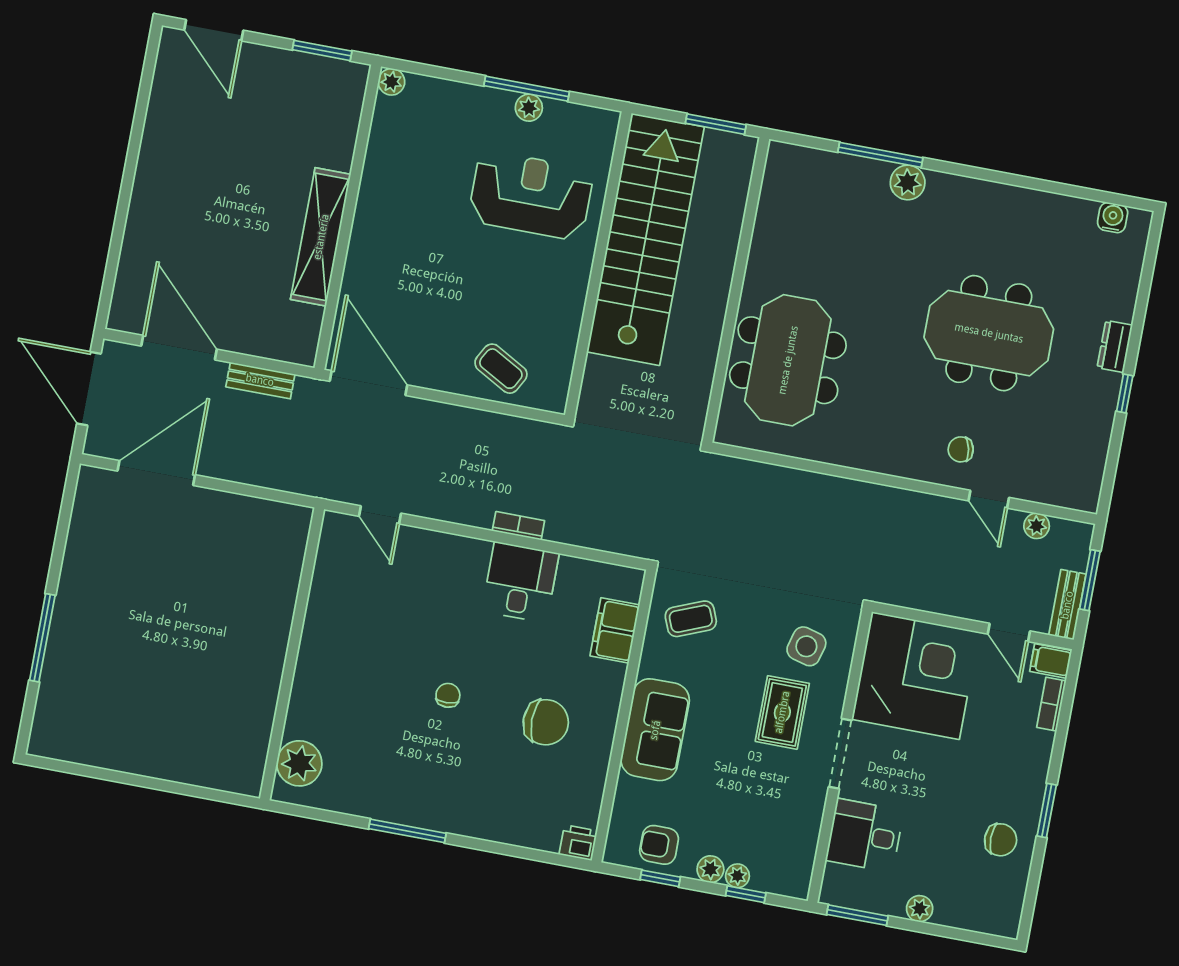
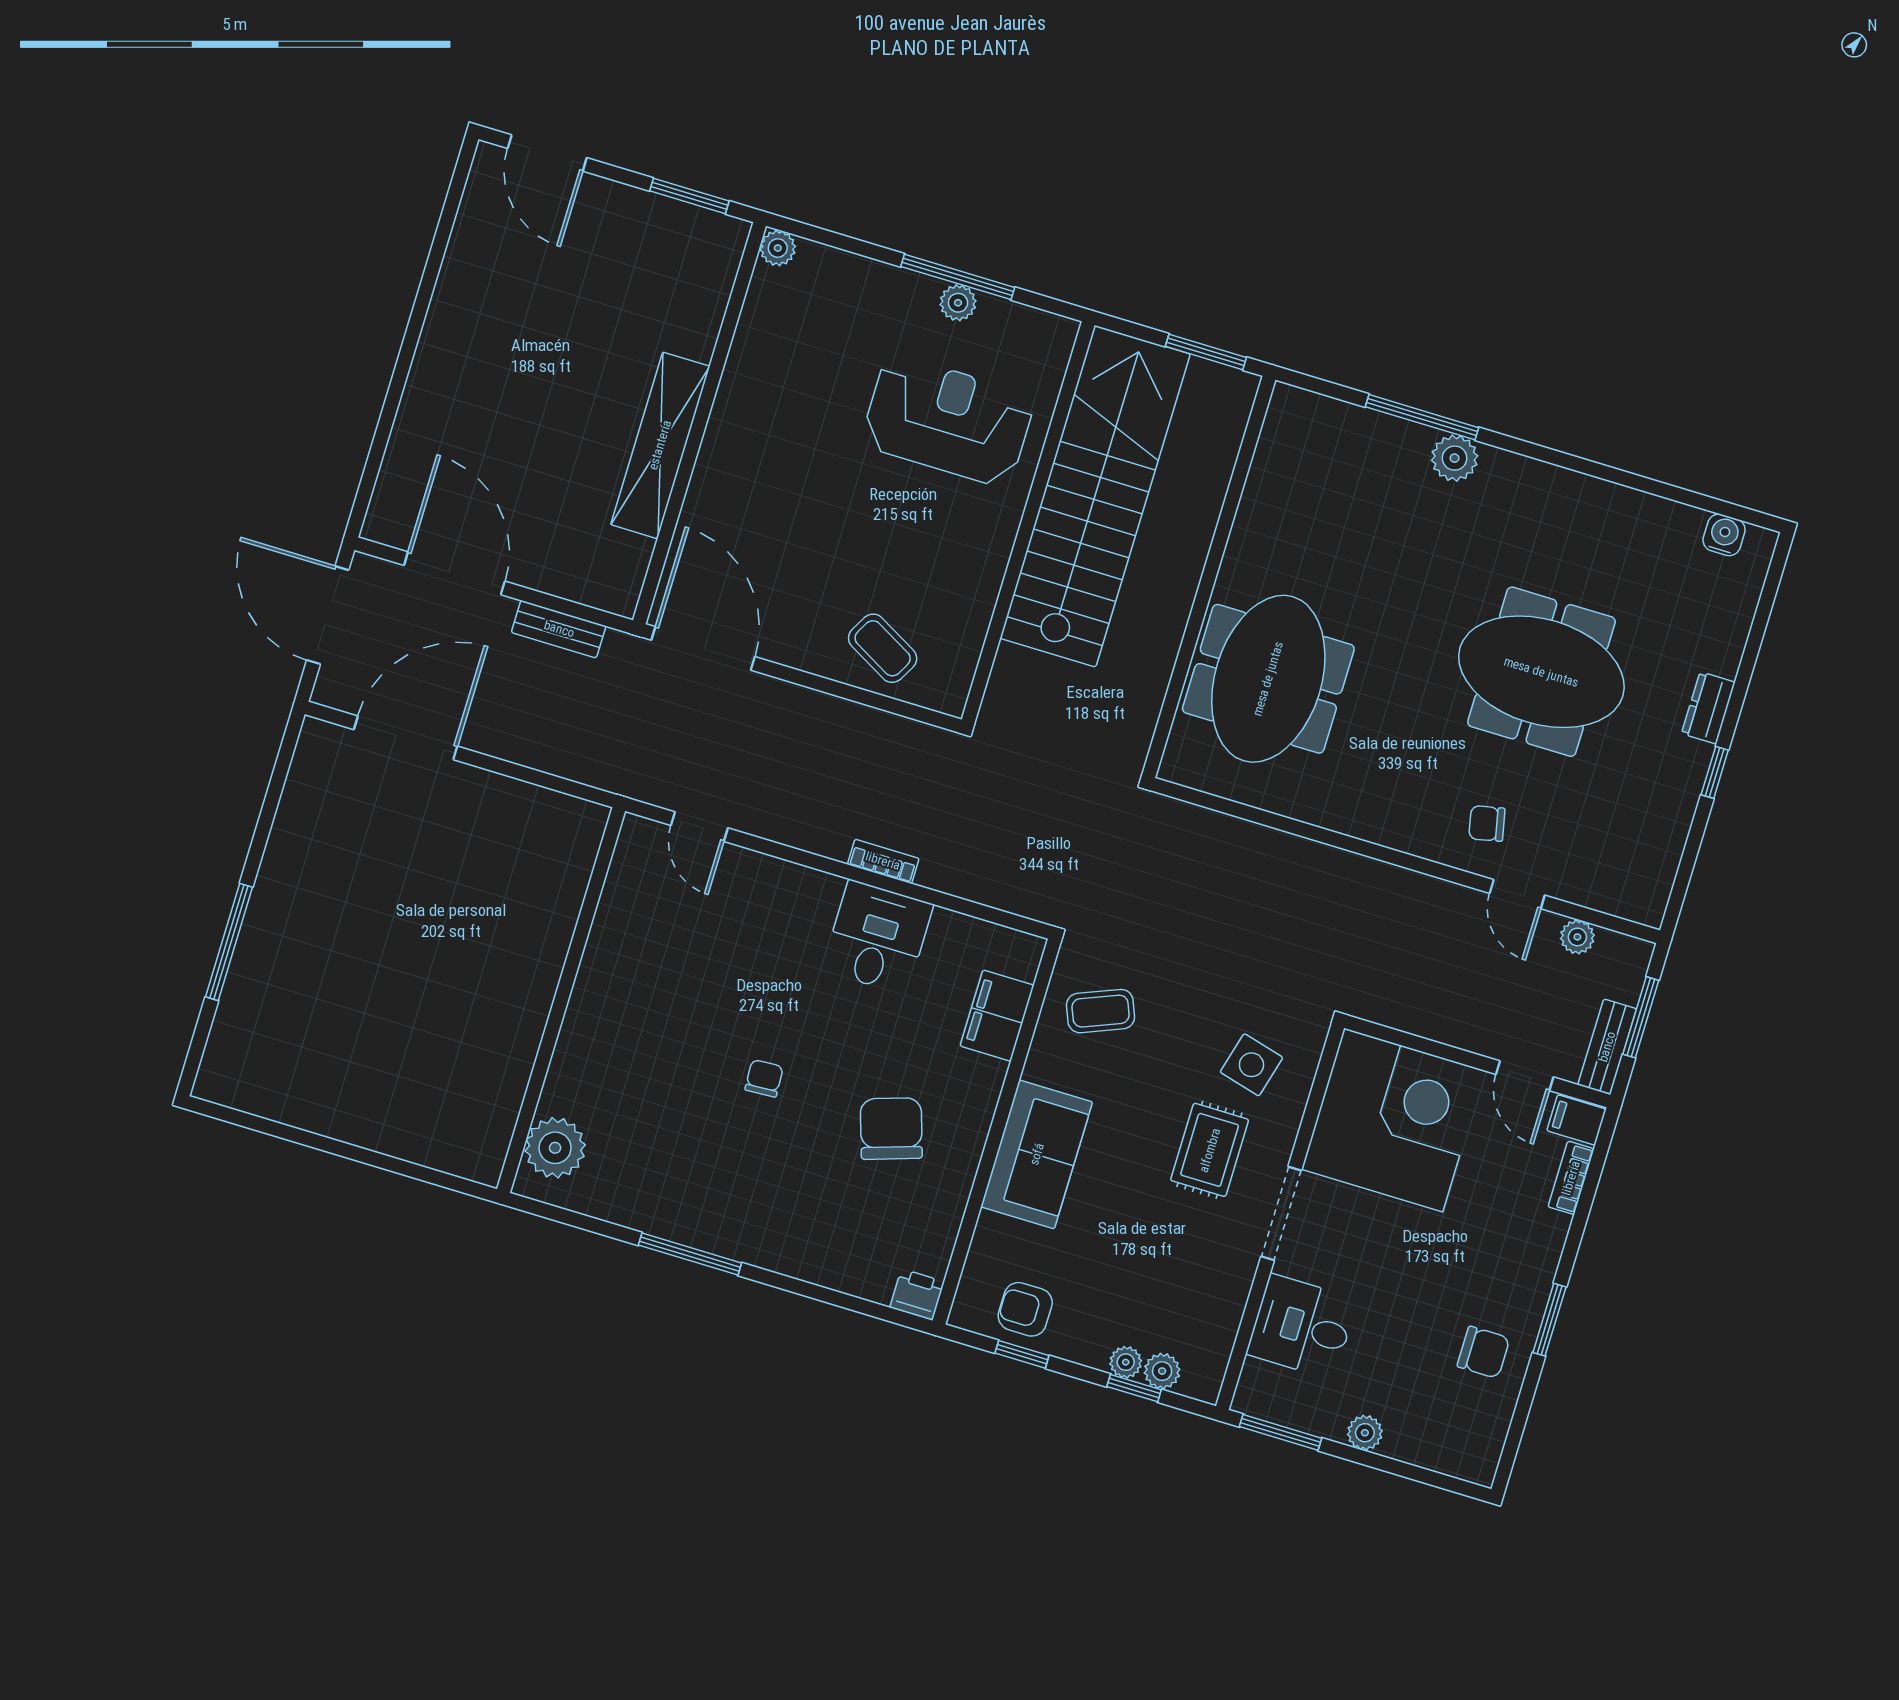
chair: (546, 722) -> (891, 1129), turned -108
plant: (710, 869) -> (1162, 1371), moved

